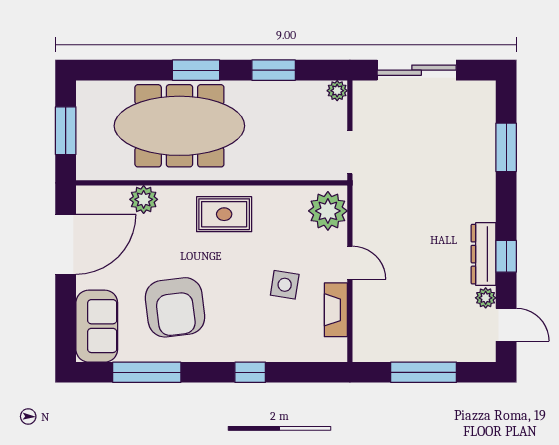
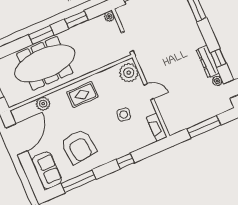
fireplace: (336, 310) -> (157, 127), moved

